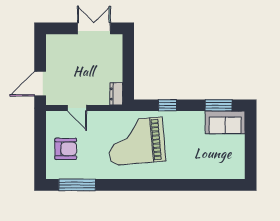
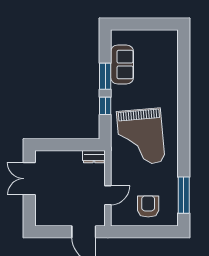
window: (219, 105) -> (105, 76), moved
sofa: (225, 122) -> (122, 64), moved

